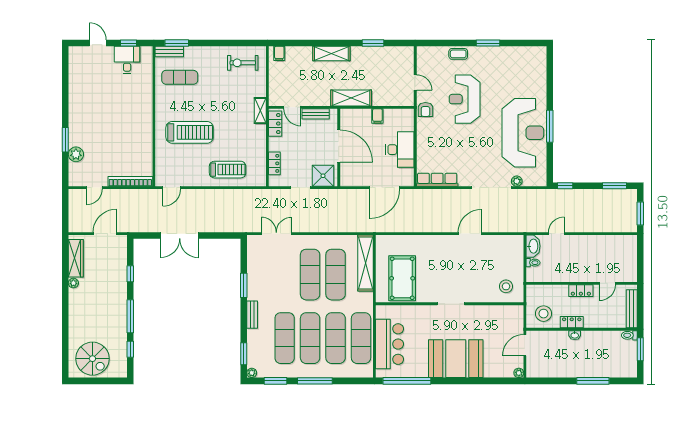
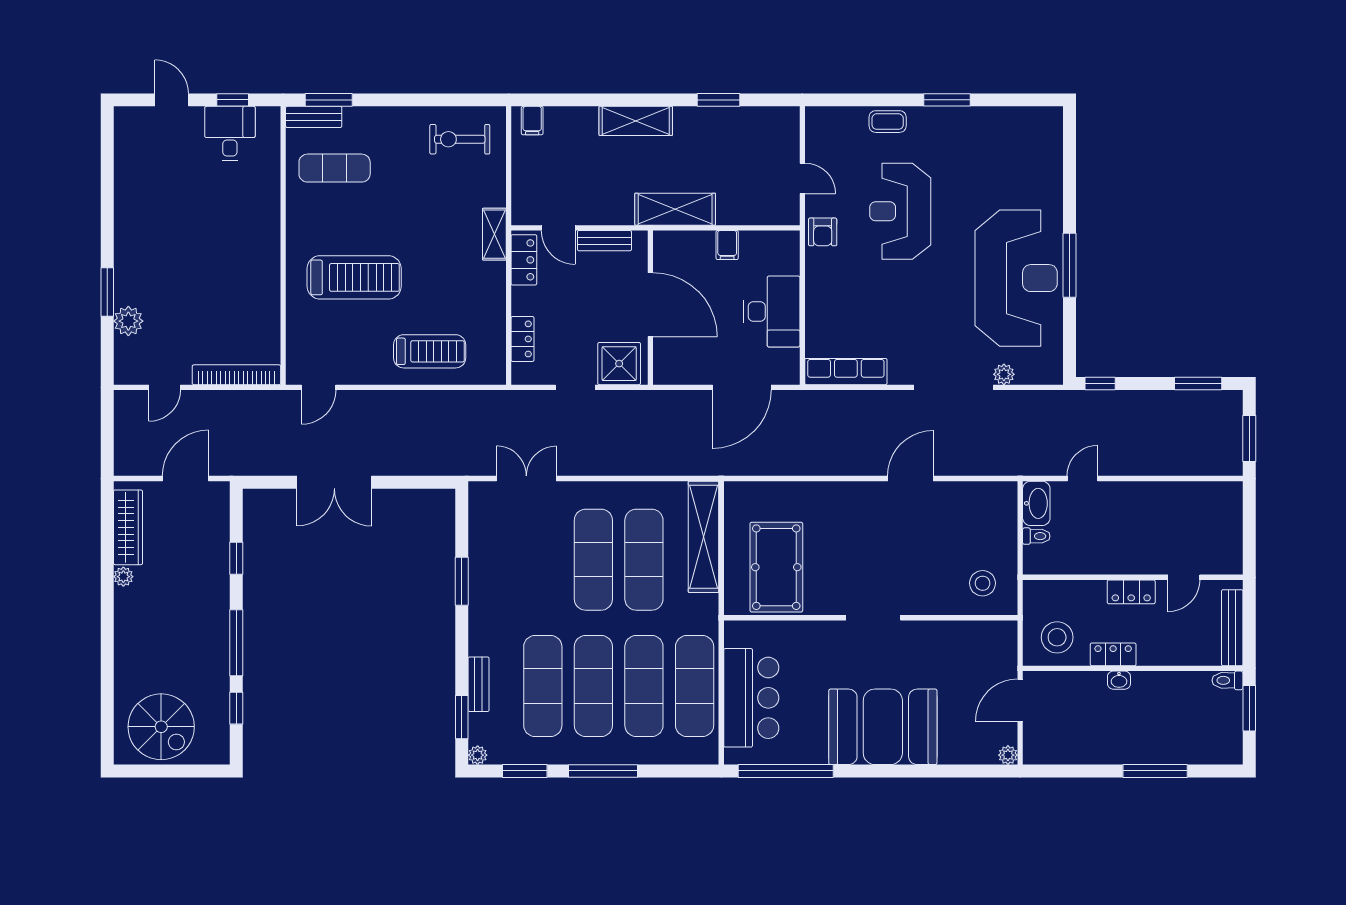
bench: (252, 315) -> (479, 684), moved

